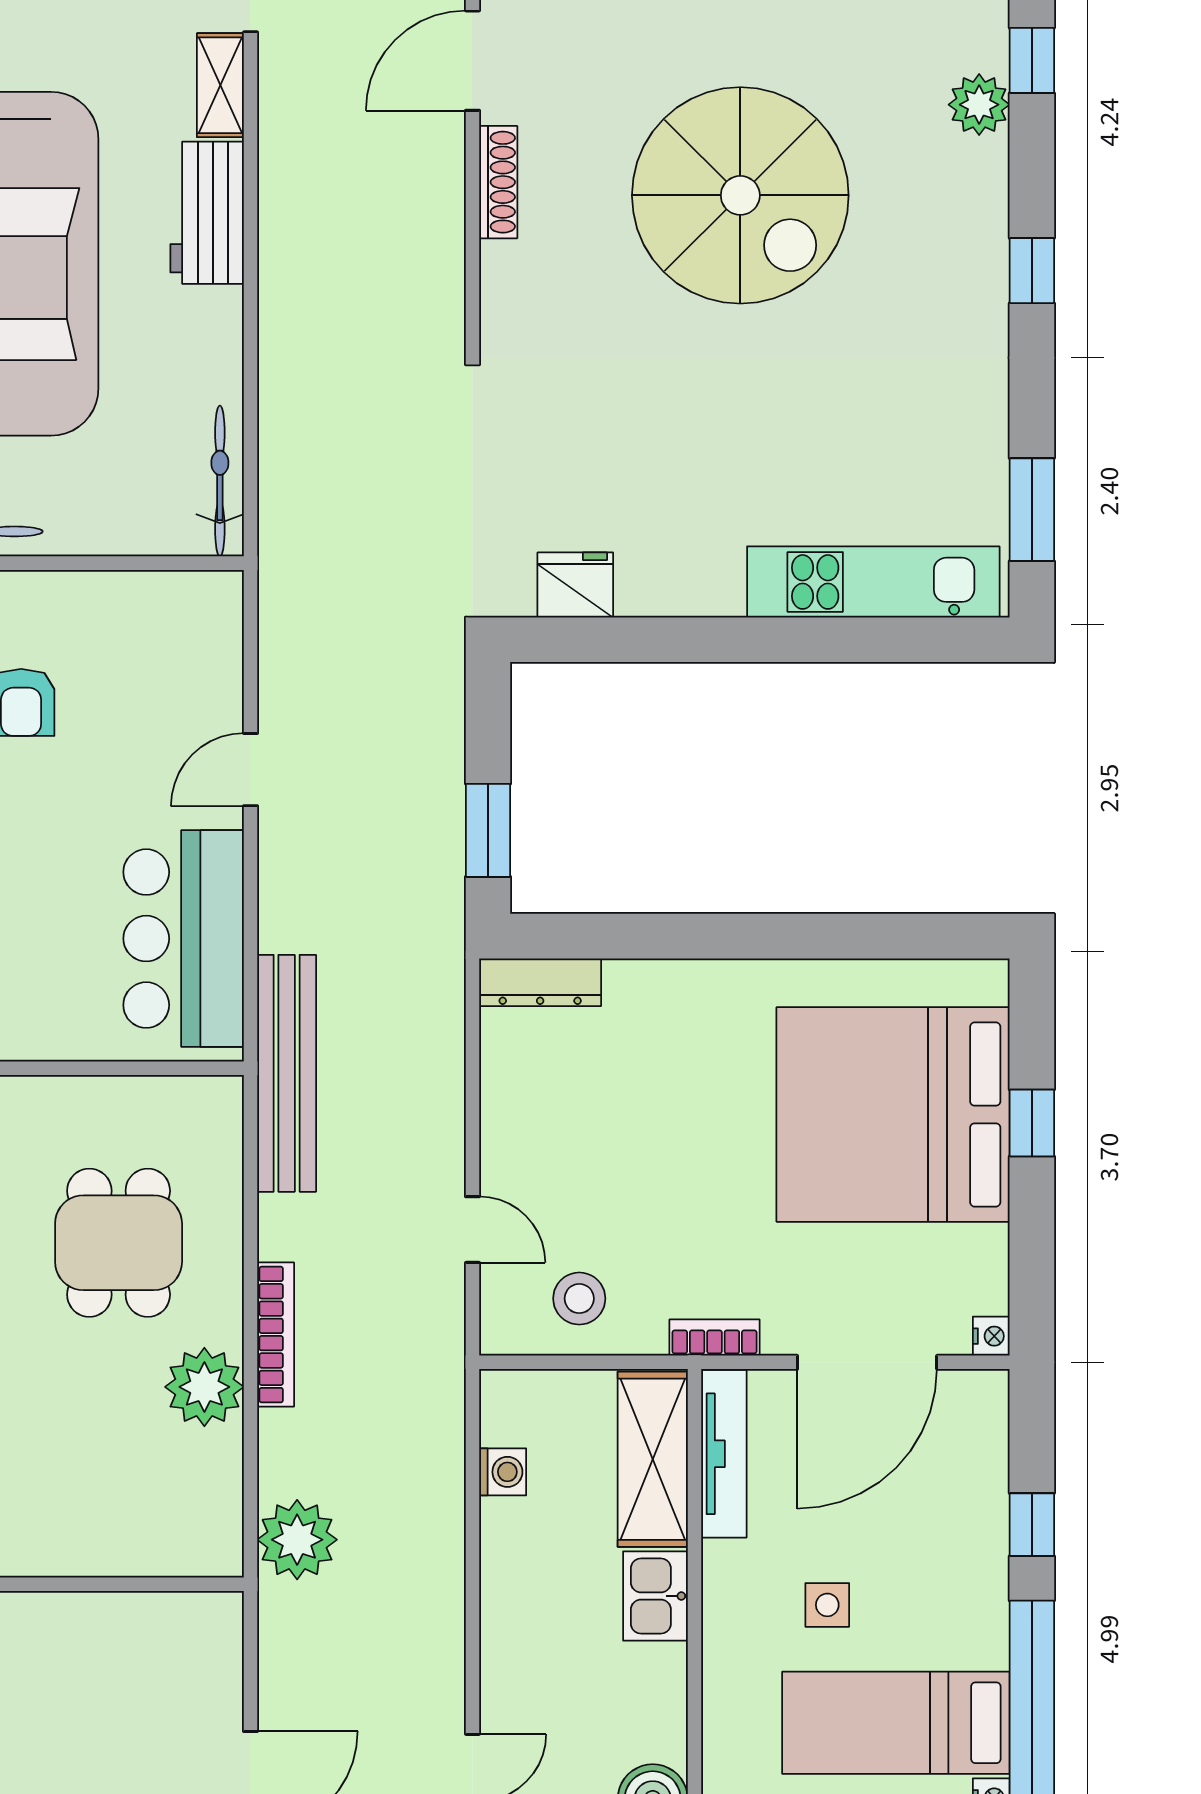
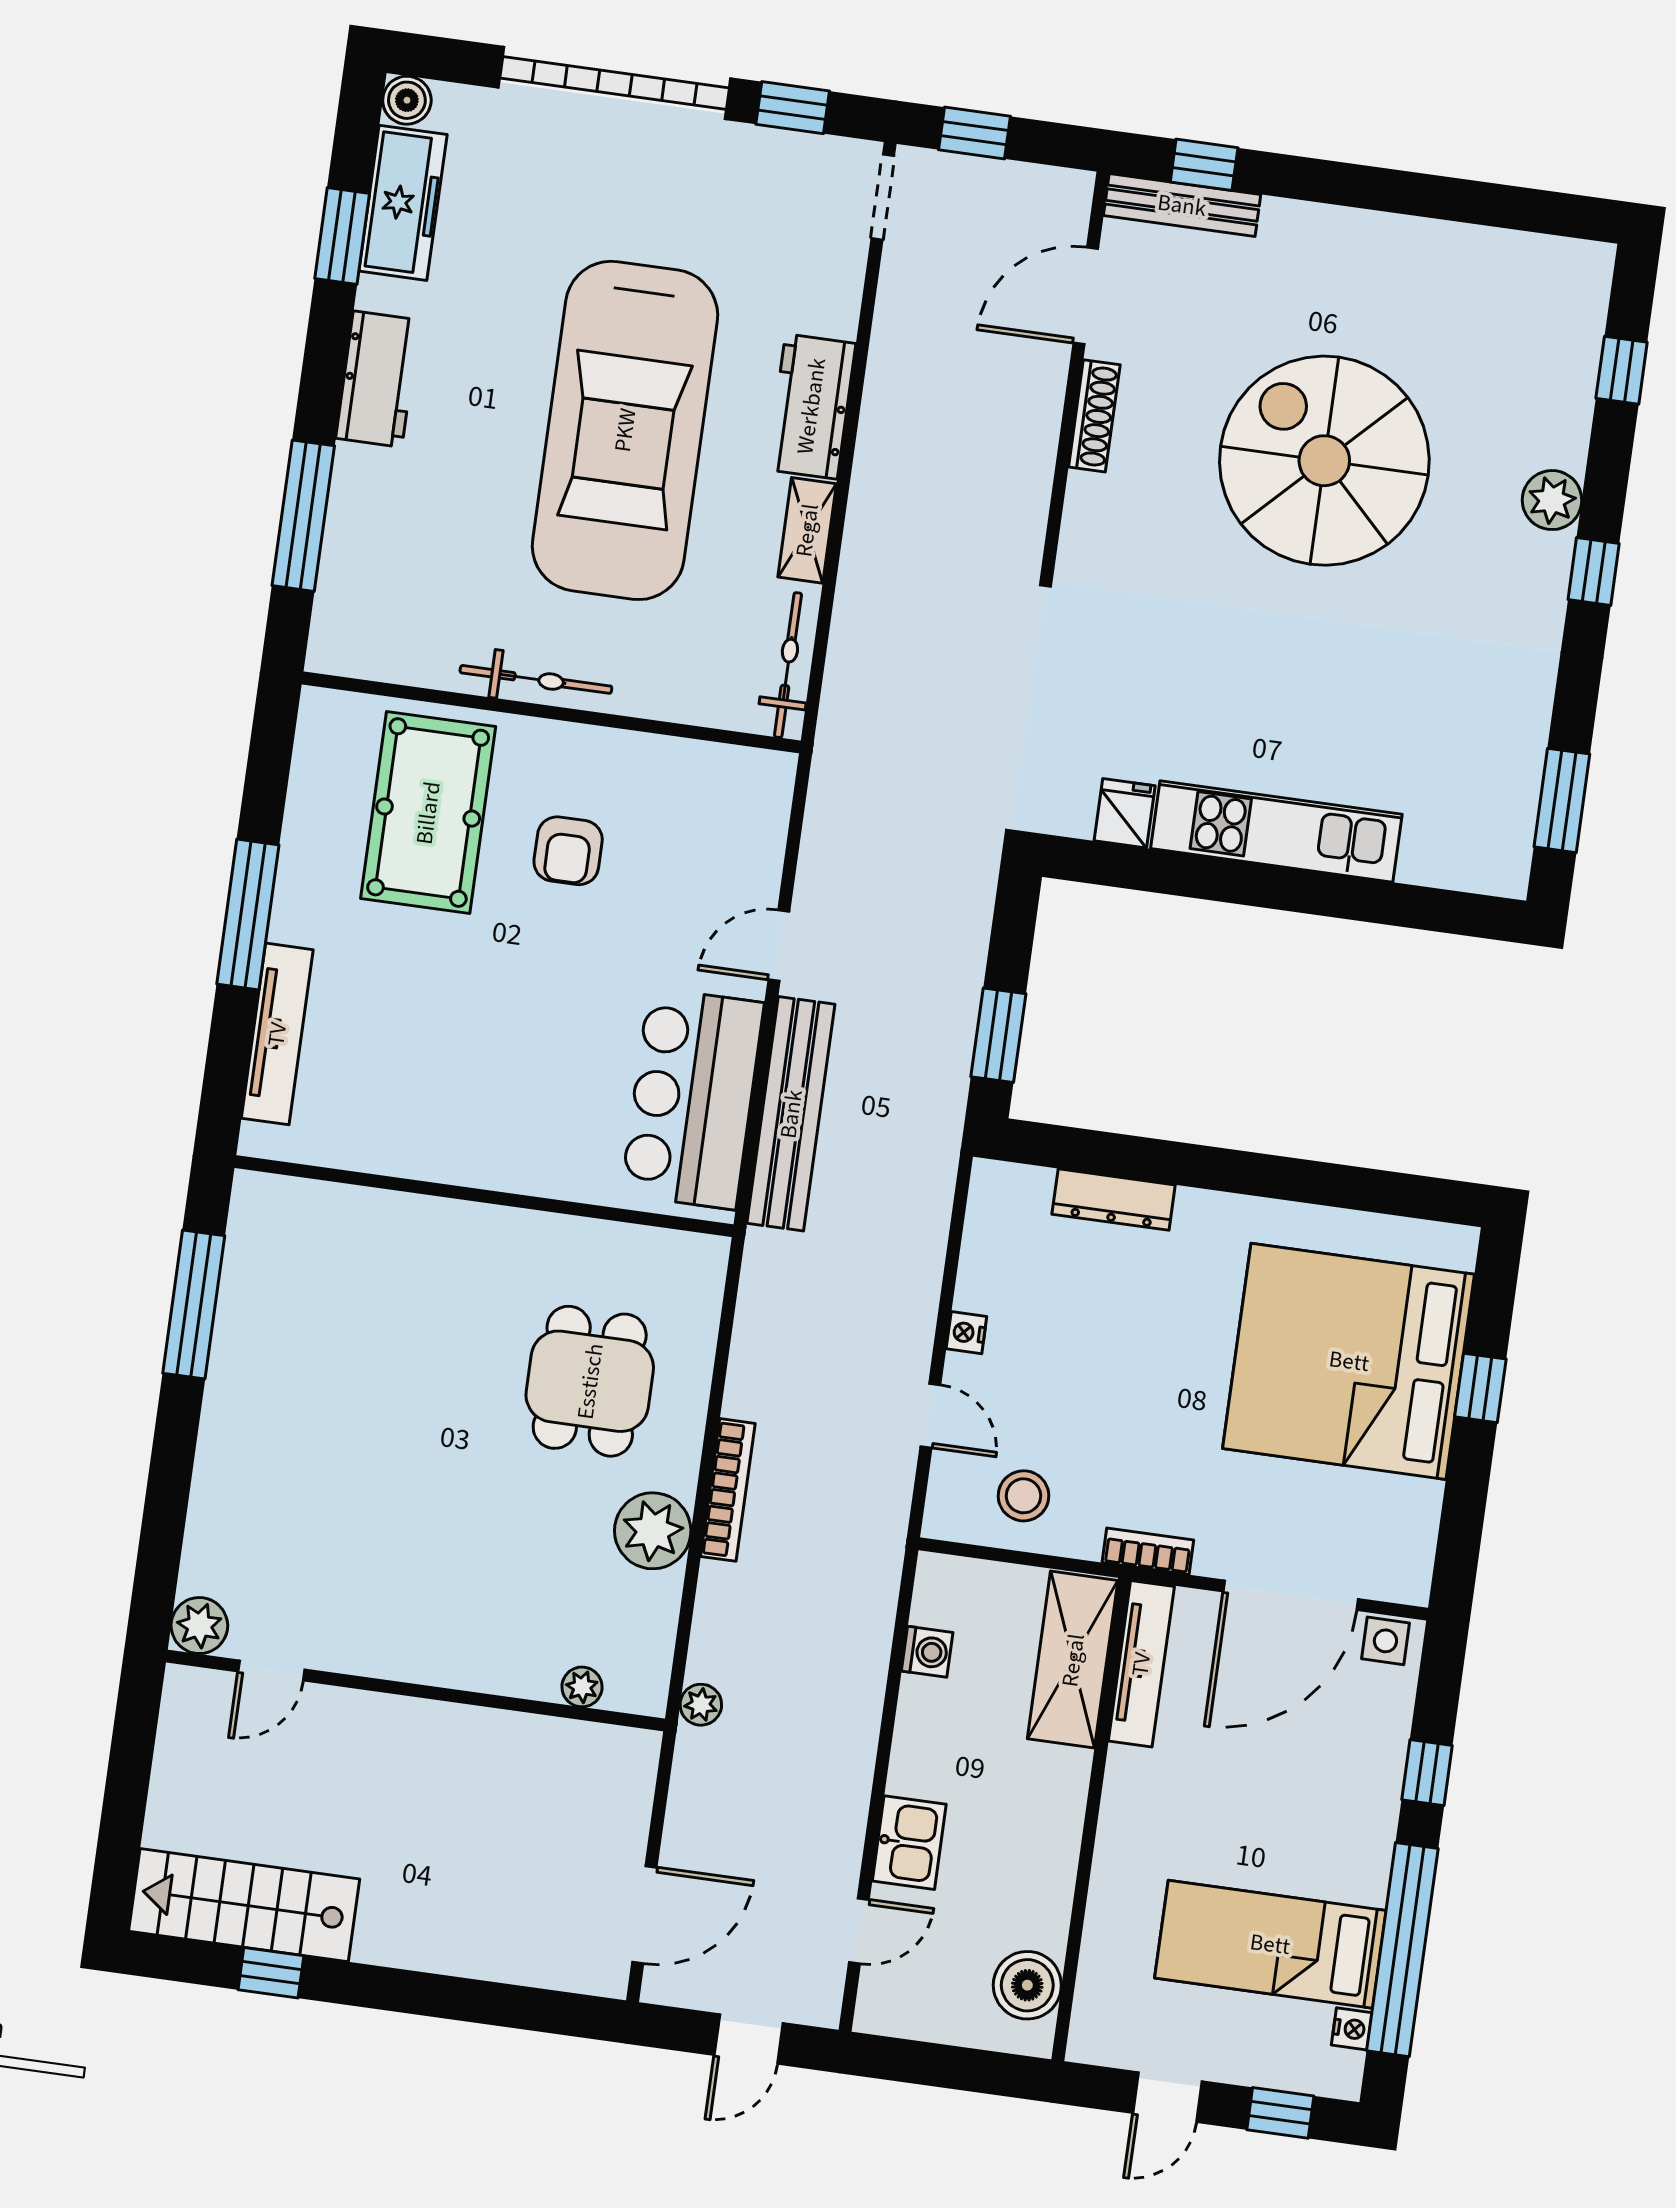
shelving: (220, 85) -> (807, 530), moved
plant: (979, 105) -> (1552, 500), moved
spiral stairs: (740, 195) -> (1324, 461), turned 180
kitchen unit: (873, 582) -> (1276, 831), moved
fridge: (575, 585) -> (1125, 813), width x0.72
dresser: (540, 982) -> (1114, 1200), moved
bench: (287, 1073) -> (791, 1114), moved
nightstand: (991, 1336) -> (966, 1333), moved, turned 180
plant: (297, 1540) -> (701, 1705), width x0.53, depth x0.53
plant: (154, 1557) -> (582, 1687), added
kitchen sink: (655, 1596) -> (909, 1843), moved, turned 180
side table: (827, 1605) -> (1385, 1641), moved

